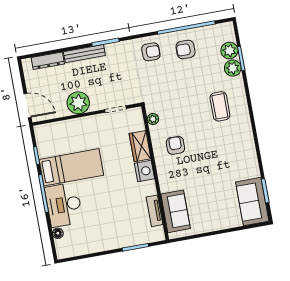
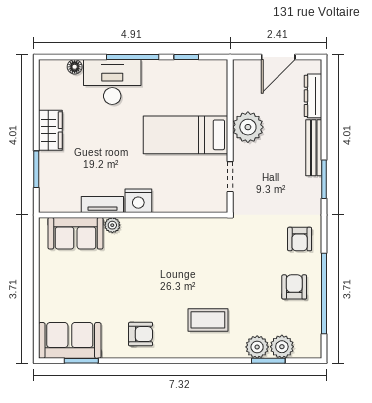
door: (28, 106) -> (278, 57), moved
plant: (153, 119) -> (112, 225), moved
armchair: (175, 145) -> (141, 334), moved
wardrobe: (140, 146) -> (50, 130), moved, turned 90
bed: (71, 167) -> (186, 135), moved, turned 90
tv unit: (155, 211) -> (102, 205), moved

